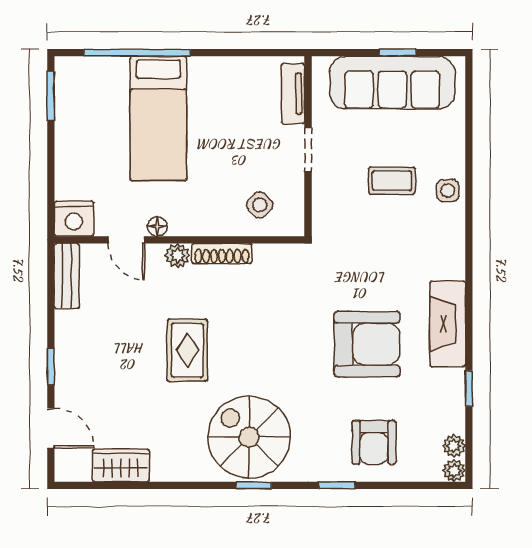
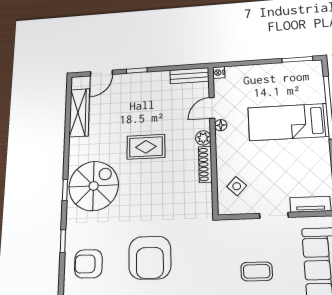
coffee table: (392, 181) -> (257, 271), turned 90
nightstand: (74, 219) -> (219, 73), width x0.53, depth x0.56
wardrobe: (121, 465) -> (79, 113), width x1.50

